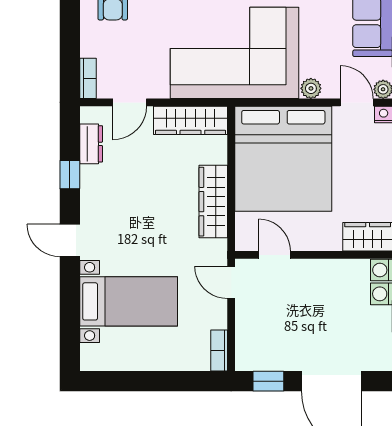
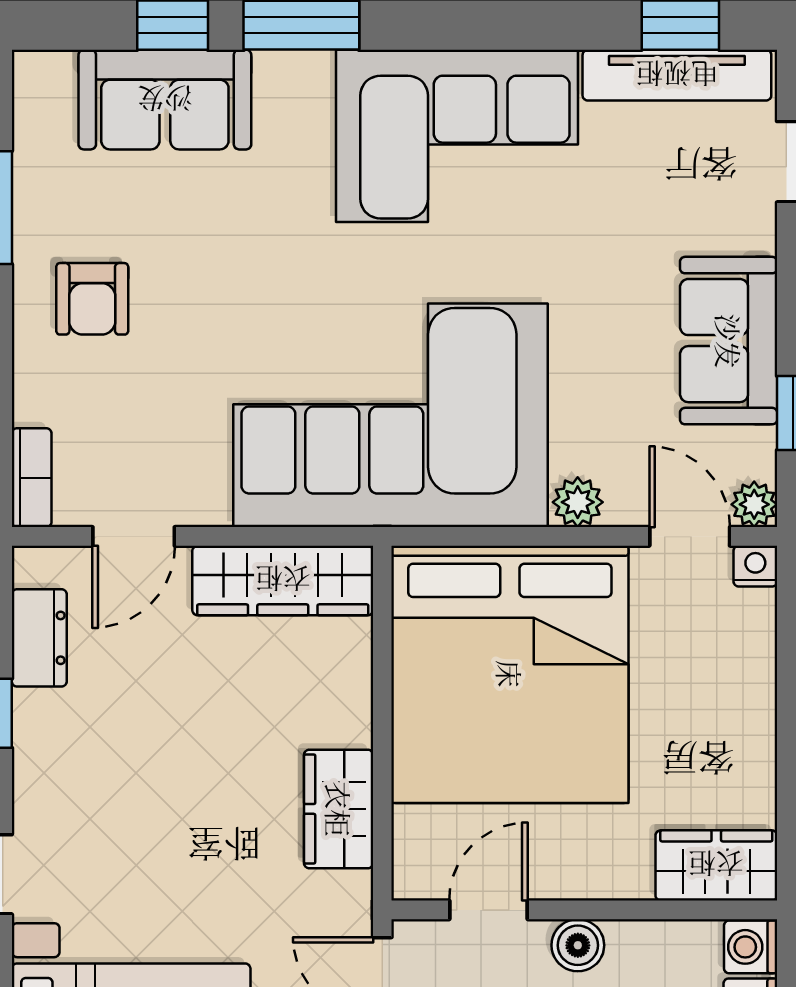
wardrobe: (213, 202) -> (339, 809), width x0.67
door: (275, 255) -> (488, 910), hinge flipped
boiler: (311, 269) -> (578, 945), added

